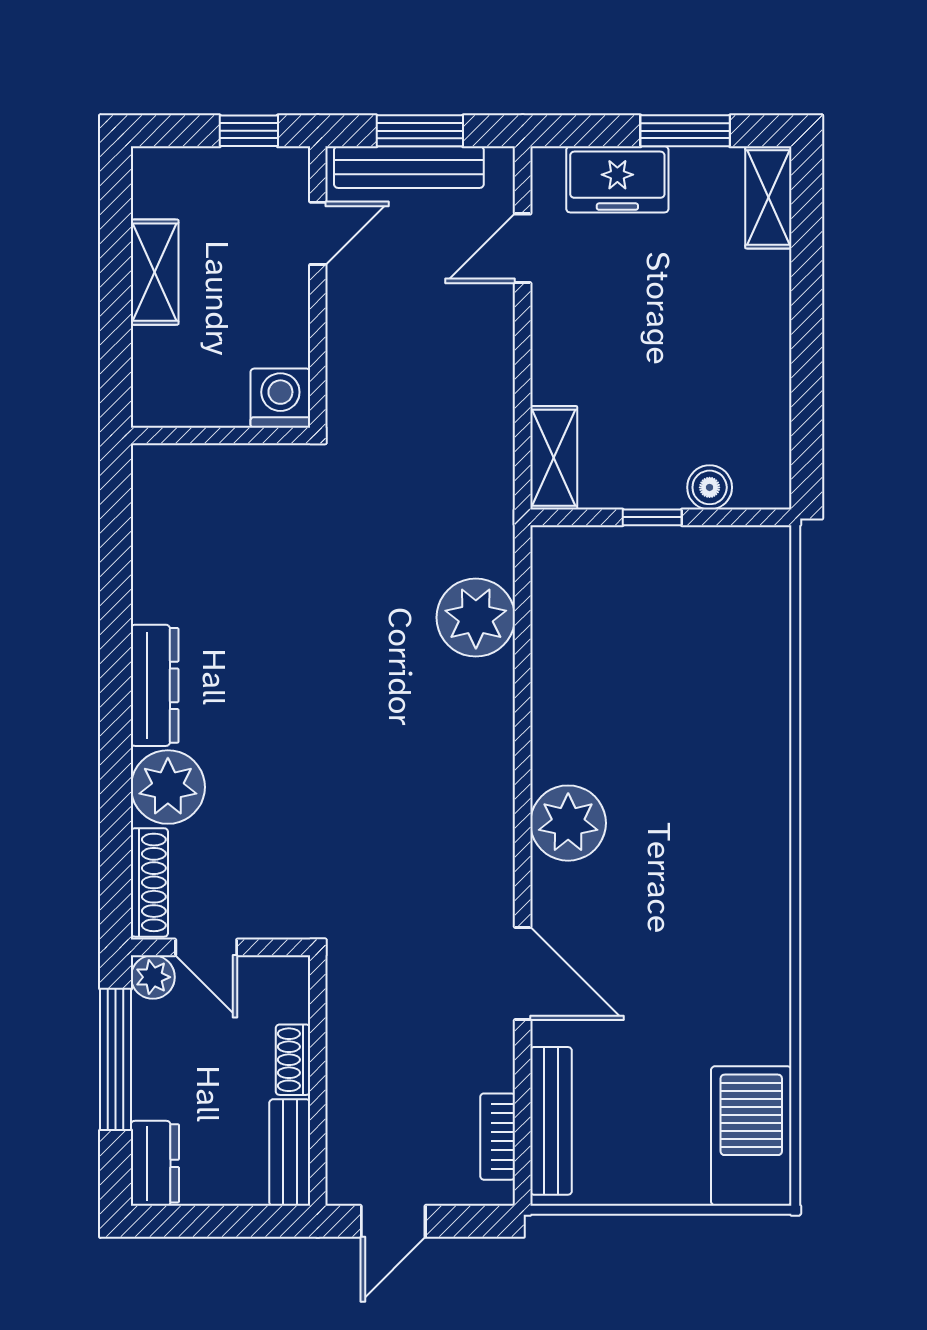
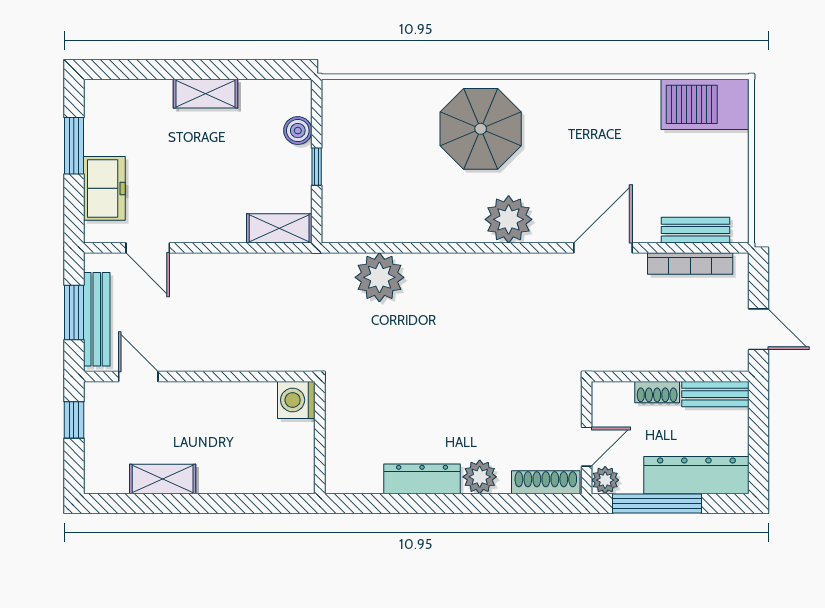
shelving: (768, 197) -> (205, 94), moved
washing machine: (280, 398) -> (296, 400), moved
wall: (221, 435) -> (320, 438), moved
parasol: (712, 779) -> (481, 129), added
plant: (168, 787) -> (480, 477), width x0.73, depth x0.73
bench: (551, 1121) -> (695, 230), width x0.73
bookcase: (498, 1137) -> (690, 264), width x1.56
dresser: (155, 1163) -> (696, 475), width x1.96, depth x1.24

